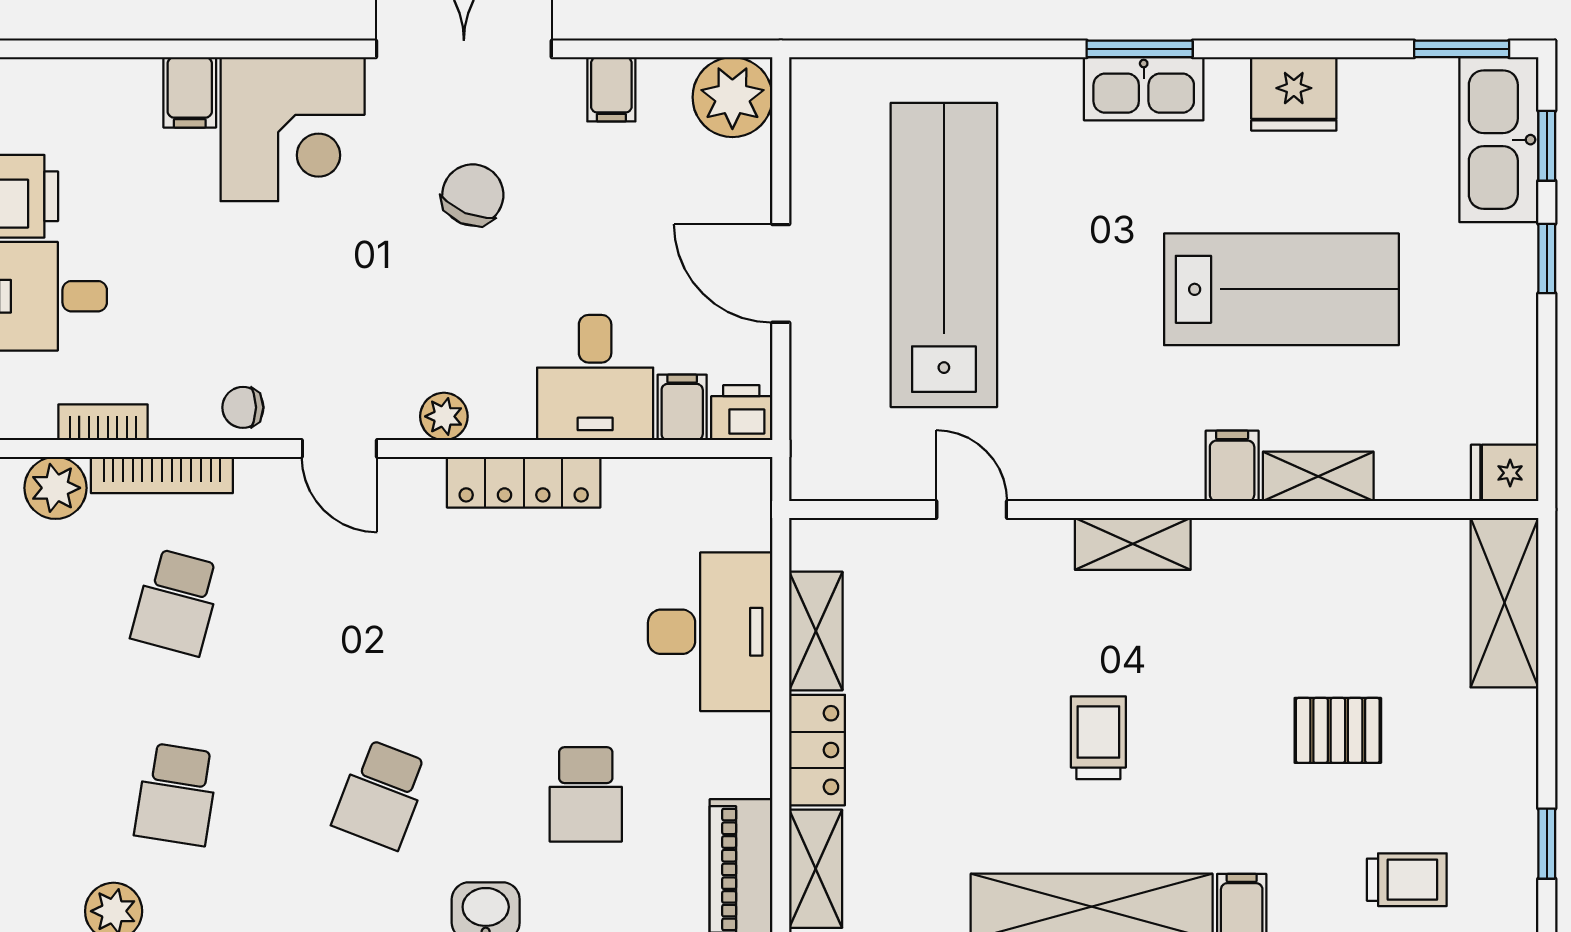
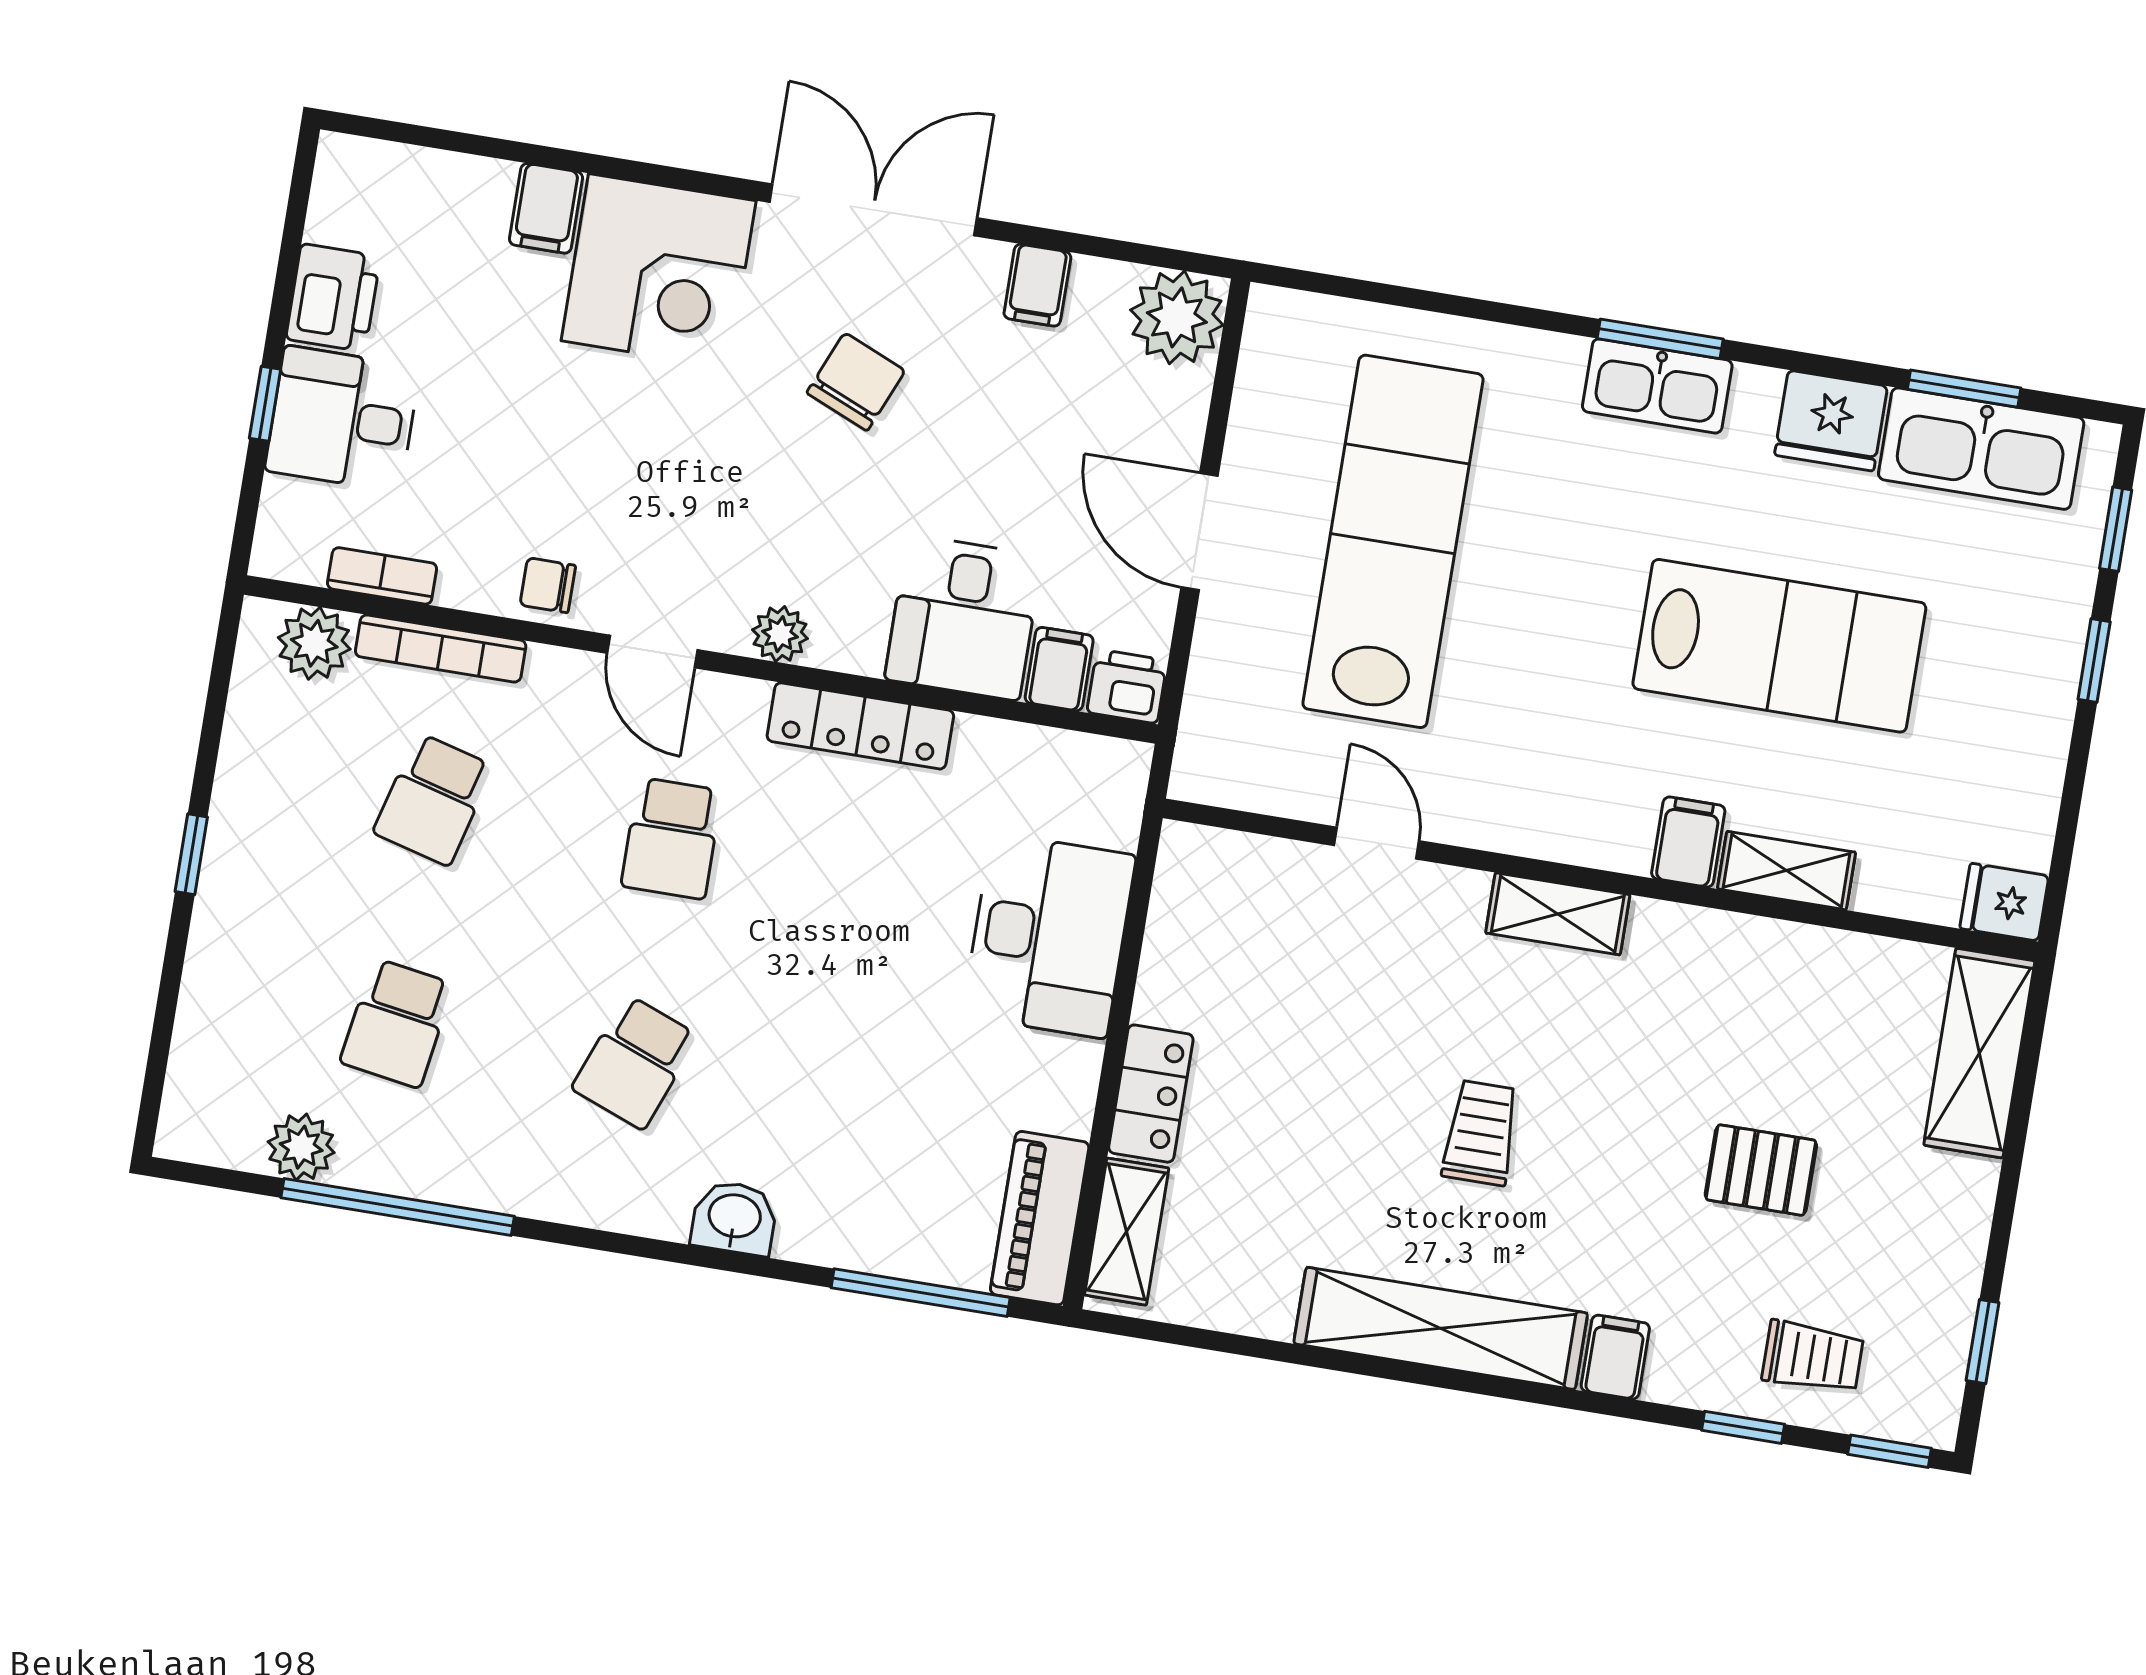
window: (1462, 49) -> (1964, 389), moved
kitchen sink: (1499, 140) -> (1981, 449), moved, turned -90
shelving: (816, 631) -> (1172, 955), removed
school desk: (586, 794) -> (672, 838), moved

